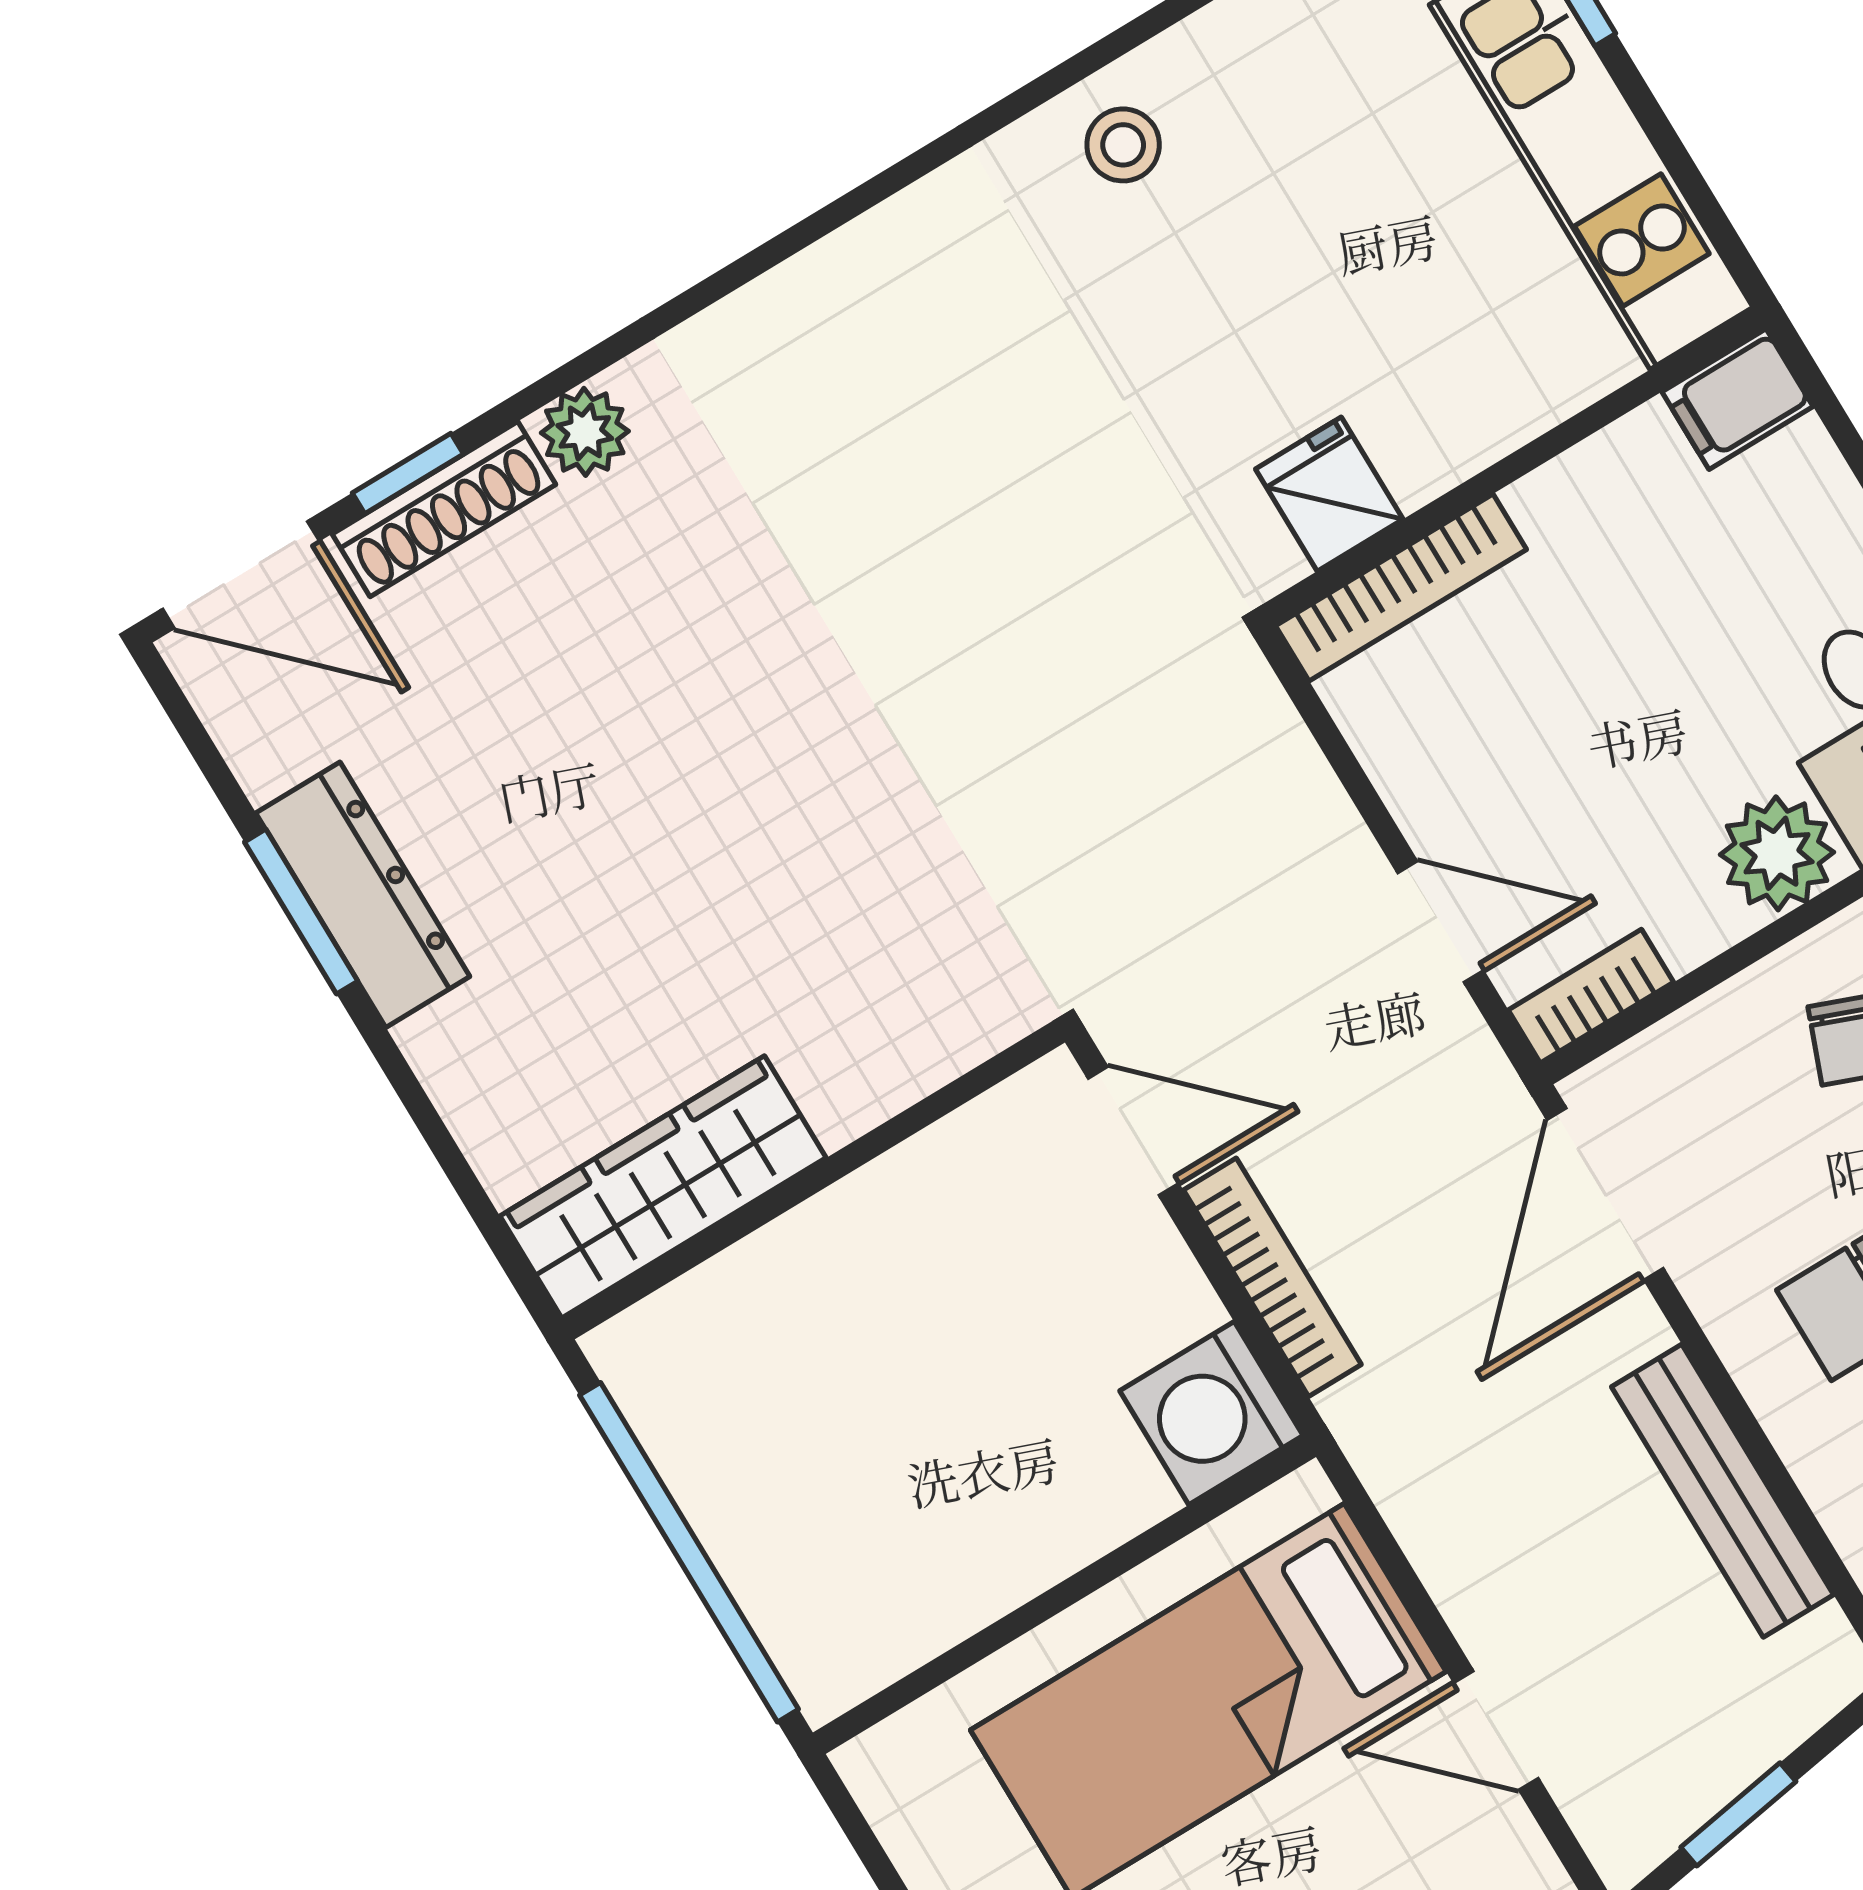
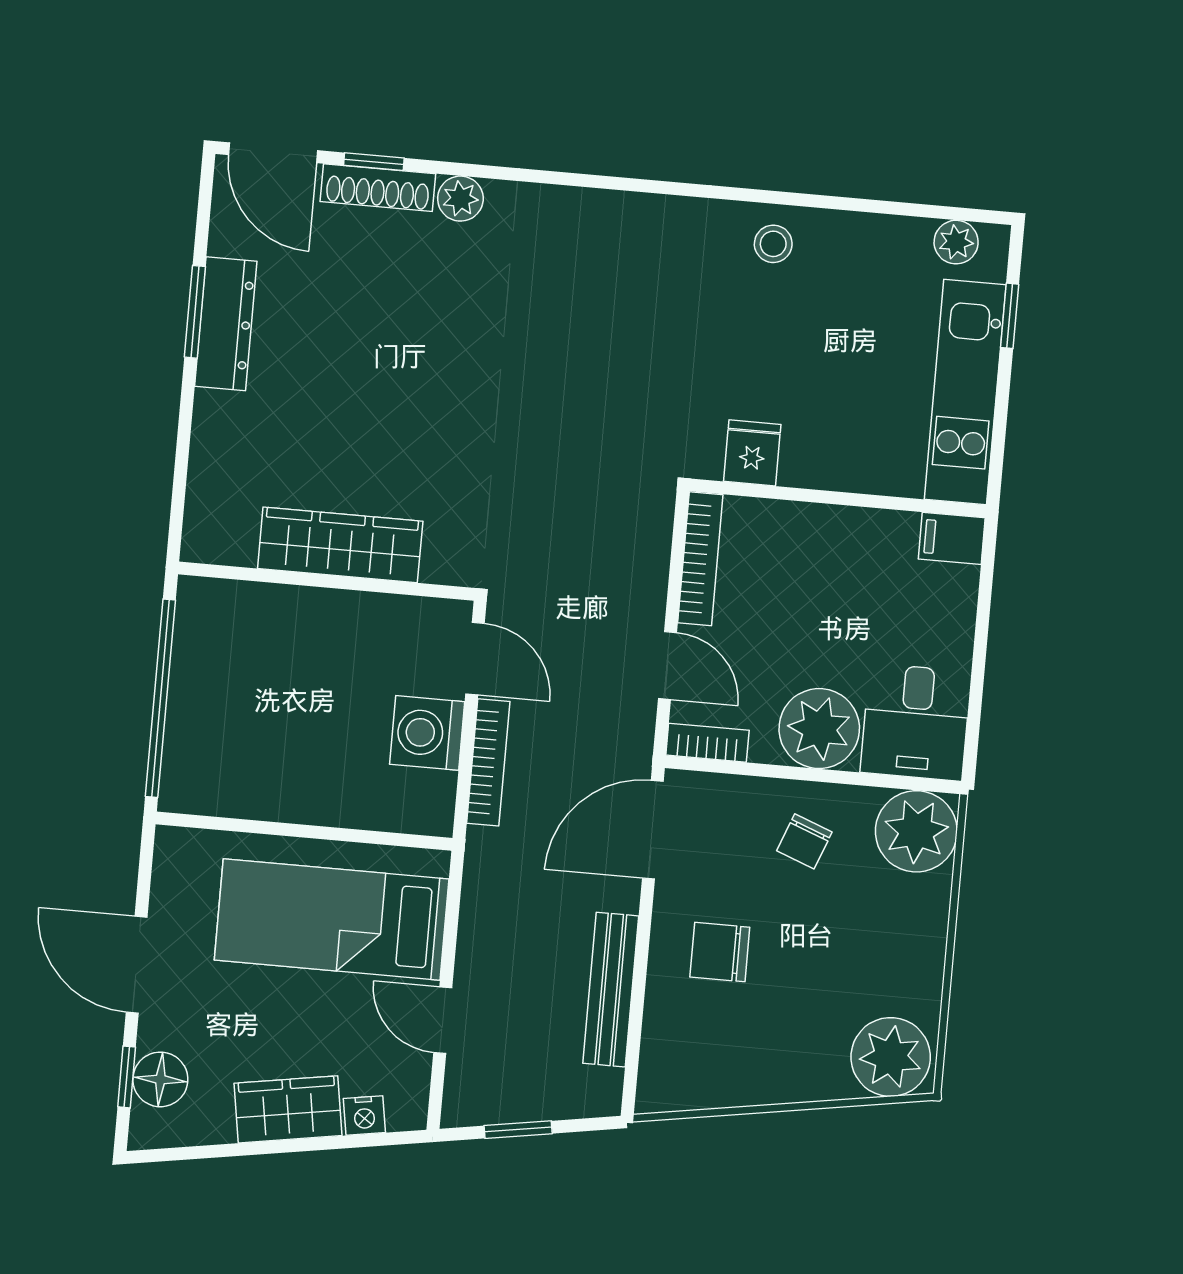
bookcase: (1401, 588) -> (700, 559), moved, turned -90
plant: (1777, 853) -> (819, 729), width x1.36, depth x1.36
wardrobe: (663, 1187) -> (340, 545), moved
washing machine: (1211, 1413) -> (427, 733), moved

